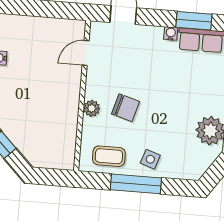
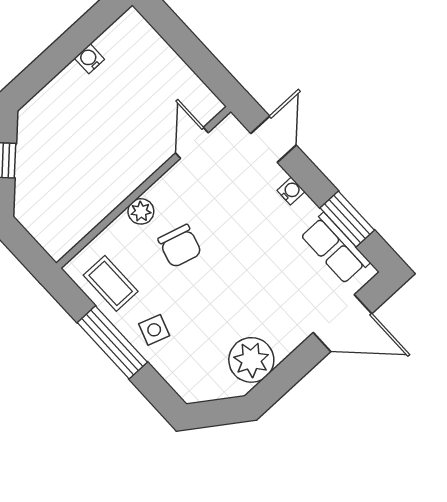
water cooler: (171, 33) -> (291, 191), moved
door: (86, 53) -> (192, 143), hinge flipped

